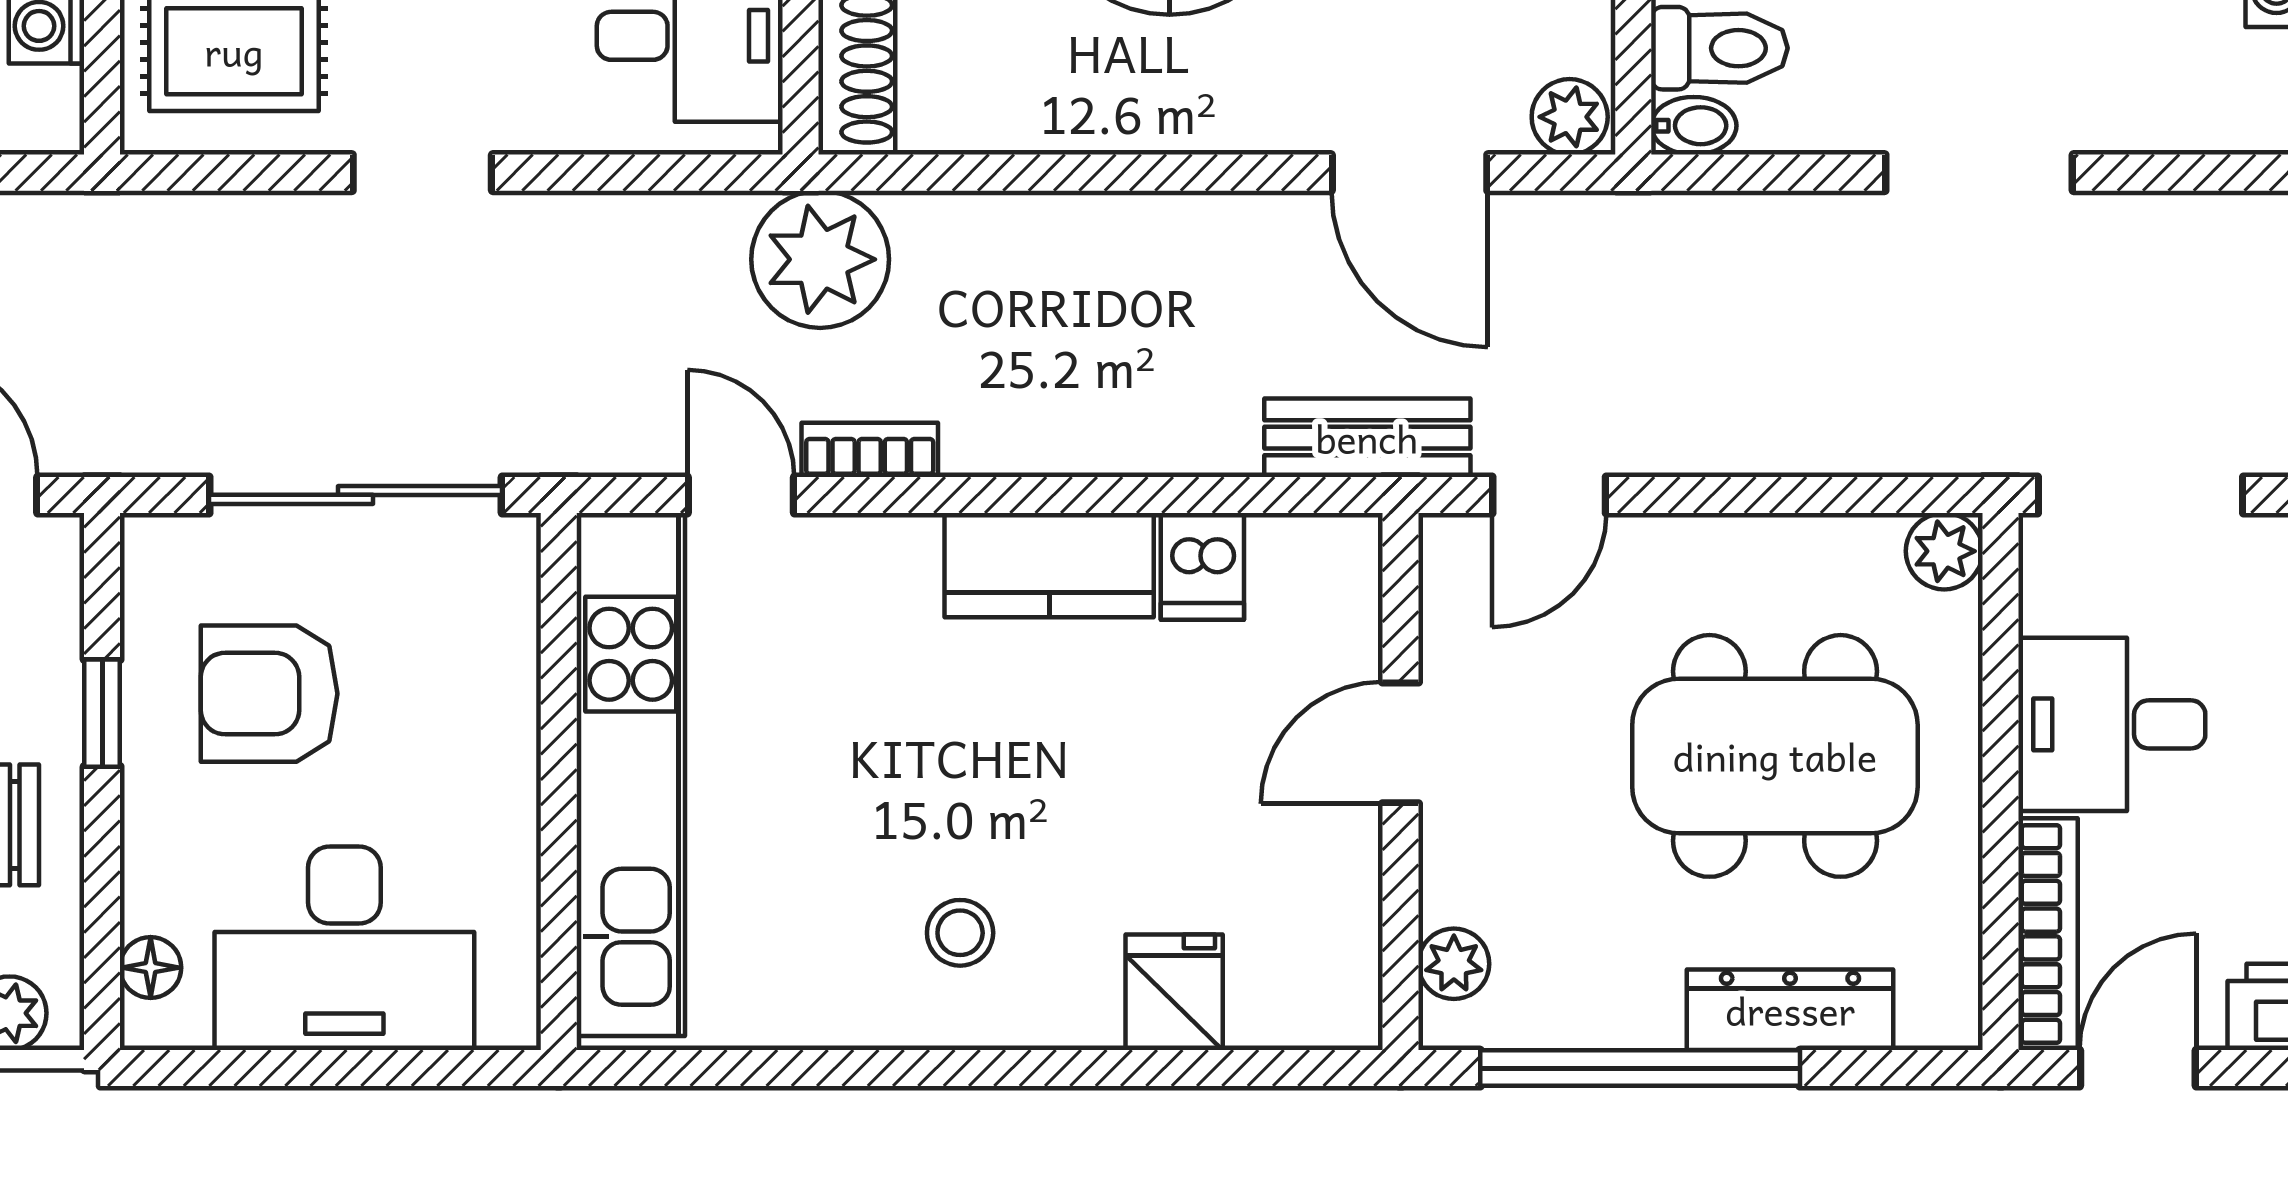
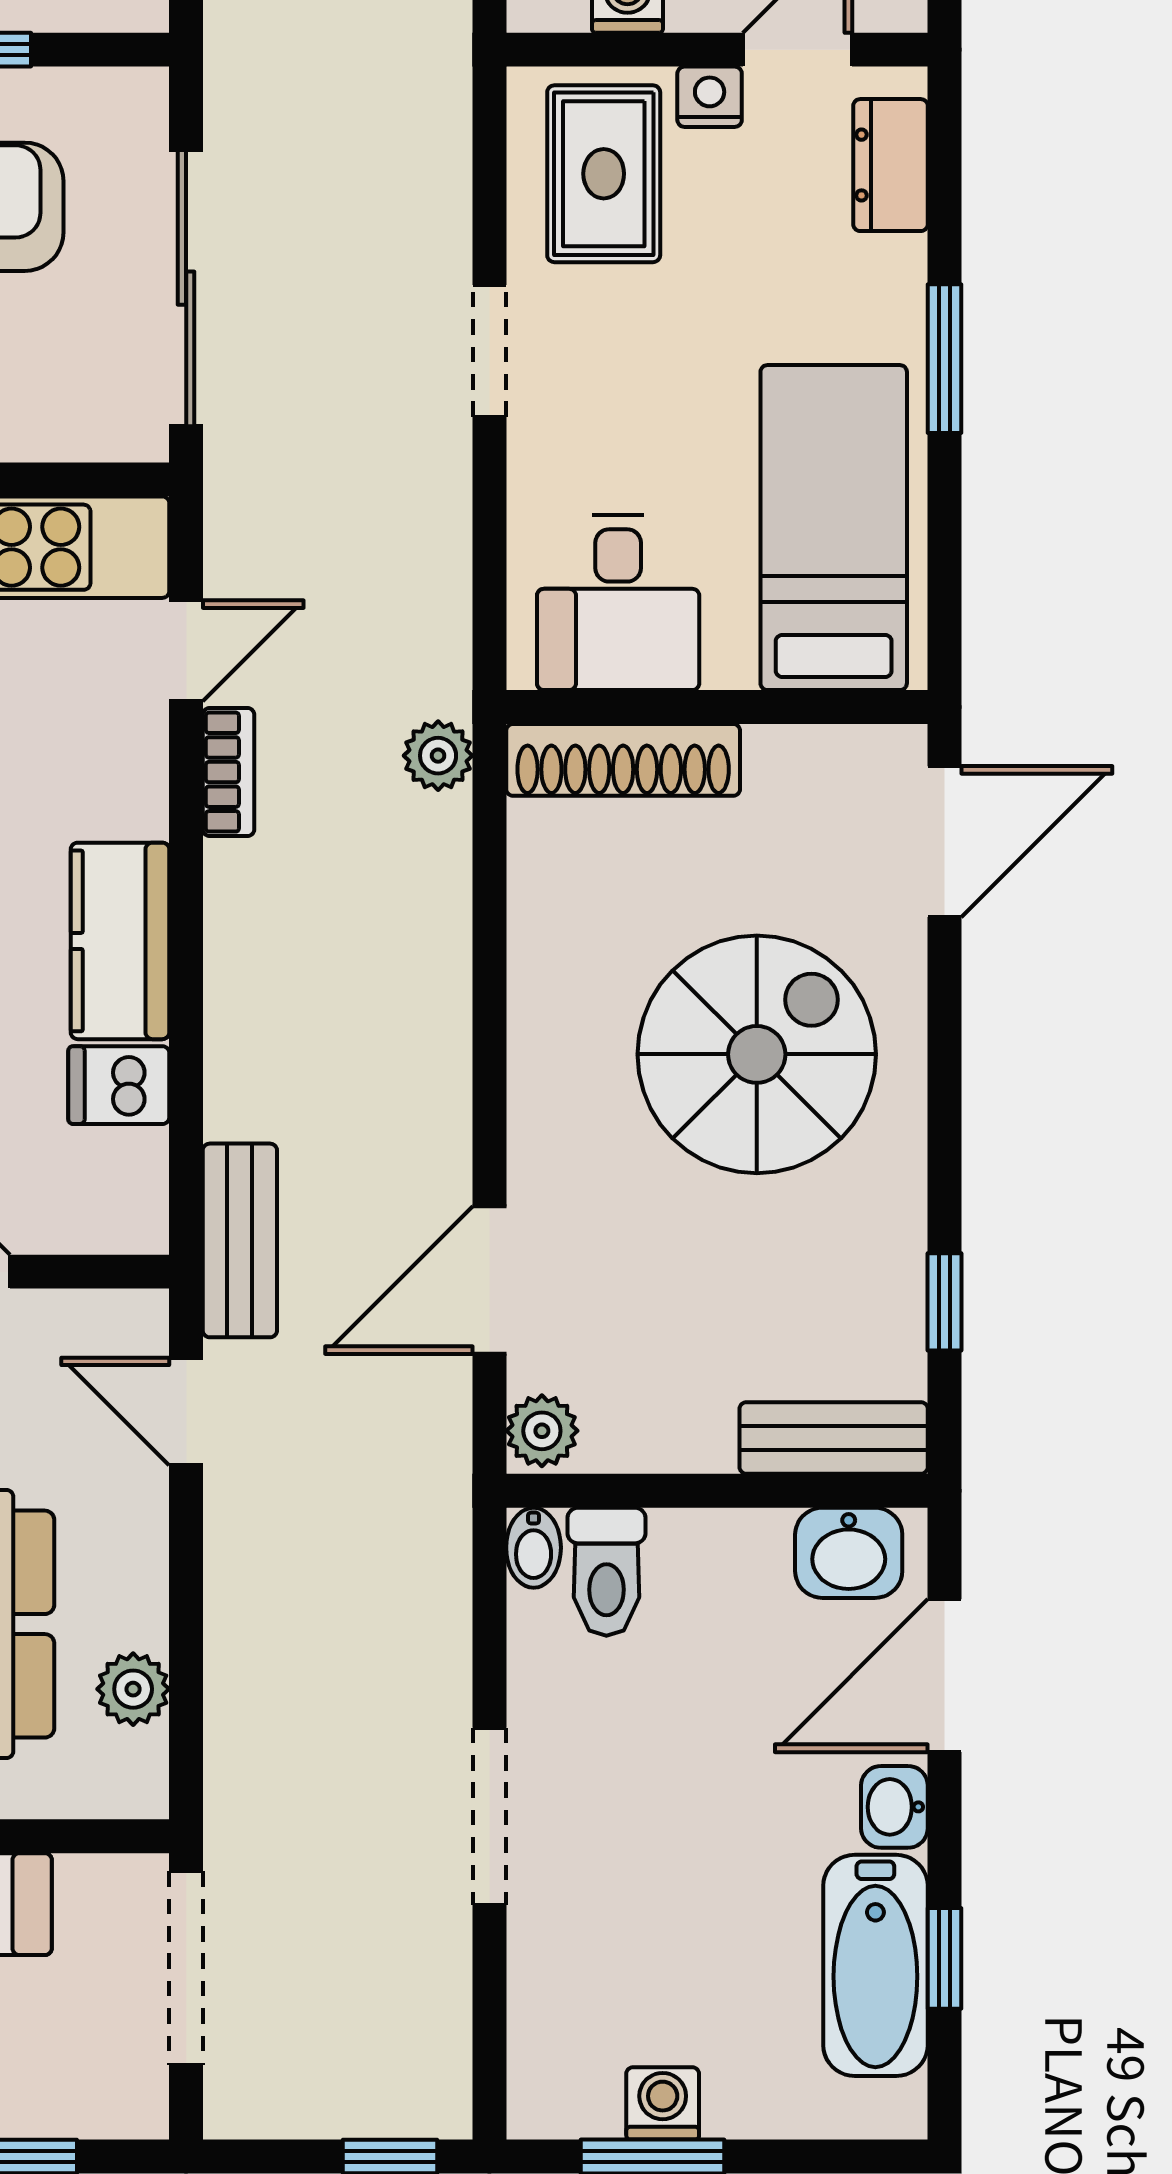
plant: (820, 259) -> (438, 756), width x0.53, depth x0.53
plant: (1944, 551) -> (133, 1689), moved

